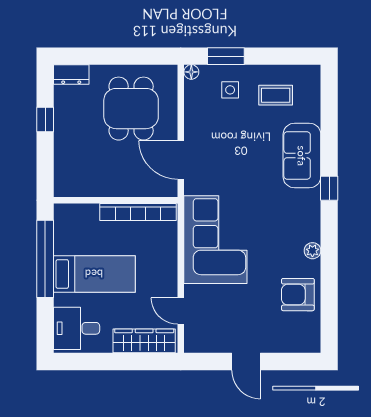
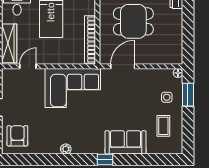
dining table: (131, 109) -> (133, 21), moved
armchair: (298, 295) -> (17, 136), moved

